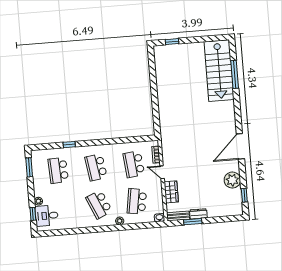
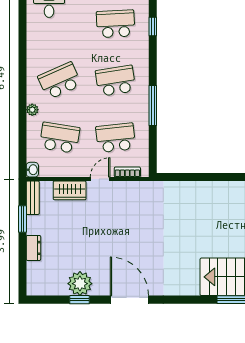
window: (110, 141) -> (153, 106), added
window: (69, 145) -> (153, 27), moved
window: (244, 195) -> (79, 300), moved
dresser: (198, 214) -> (33, 248), moved

